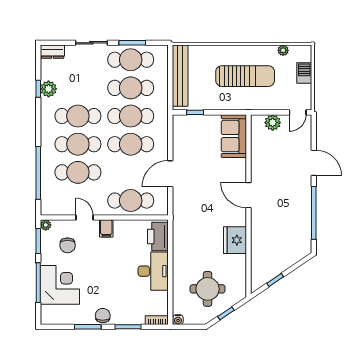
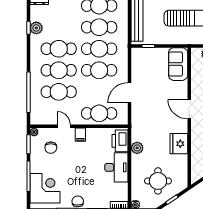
plant: (180, 246) -> (137, 148), added
corner desk: (60, 285) -> (45, 188), moved

